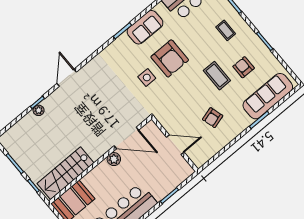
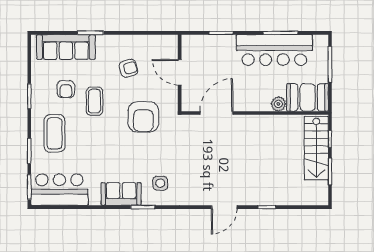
coffee table: (226, 30) -> (54, 133), width x1.86, depth x1.72
armchair: (170, 58) -> (143, 117), moved, turned 180
side table: (147, 78) -> (160, 183), moved
plant: (39, 110) -> (271, 199), removed
door: (126, 138) -> (216, 113), hinge flipped
plant: (114, 159) -> (278, 104), moved
stairs: (65, 173) -> (316, 148), moved, turned 90

